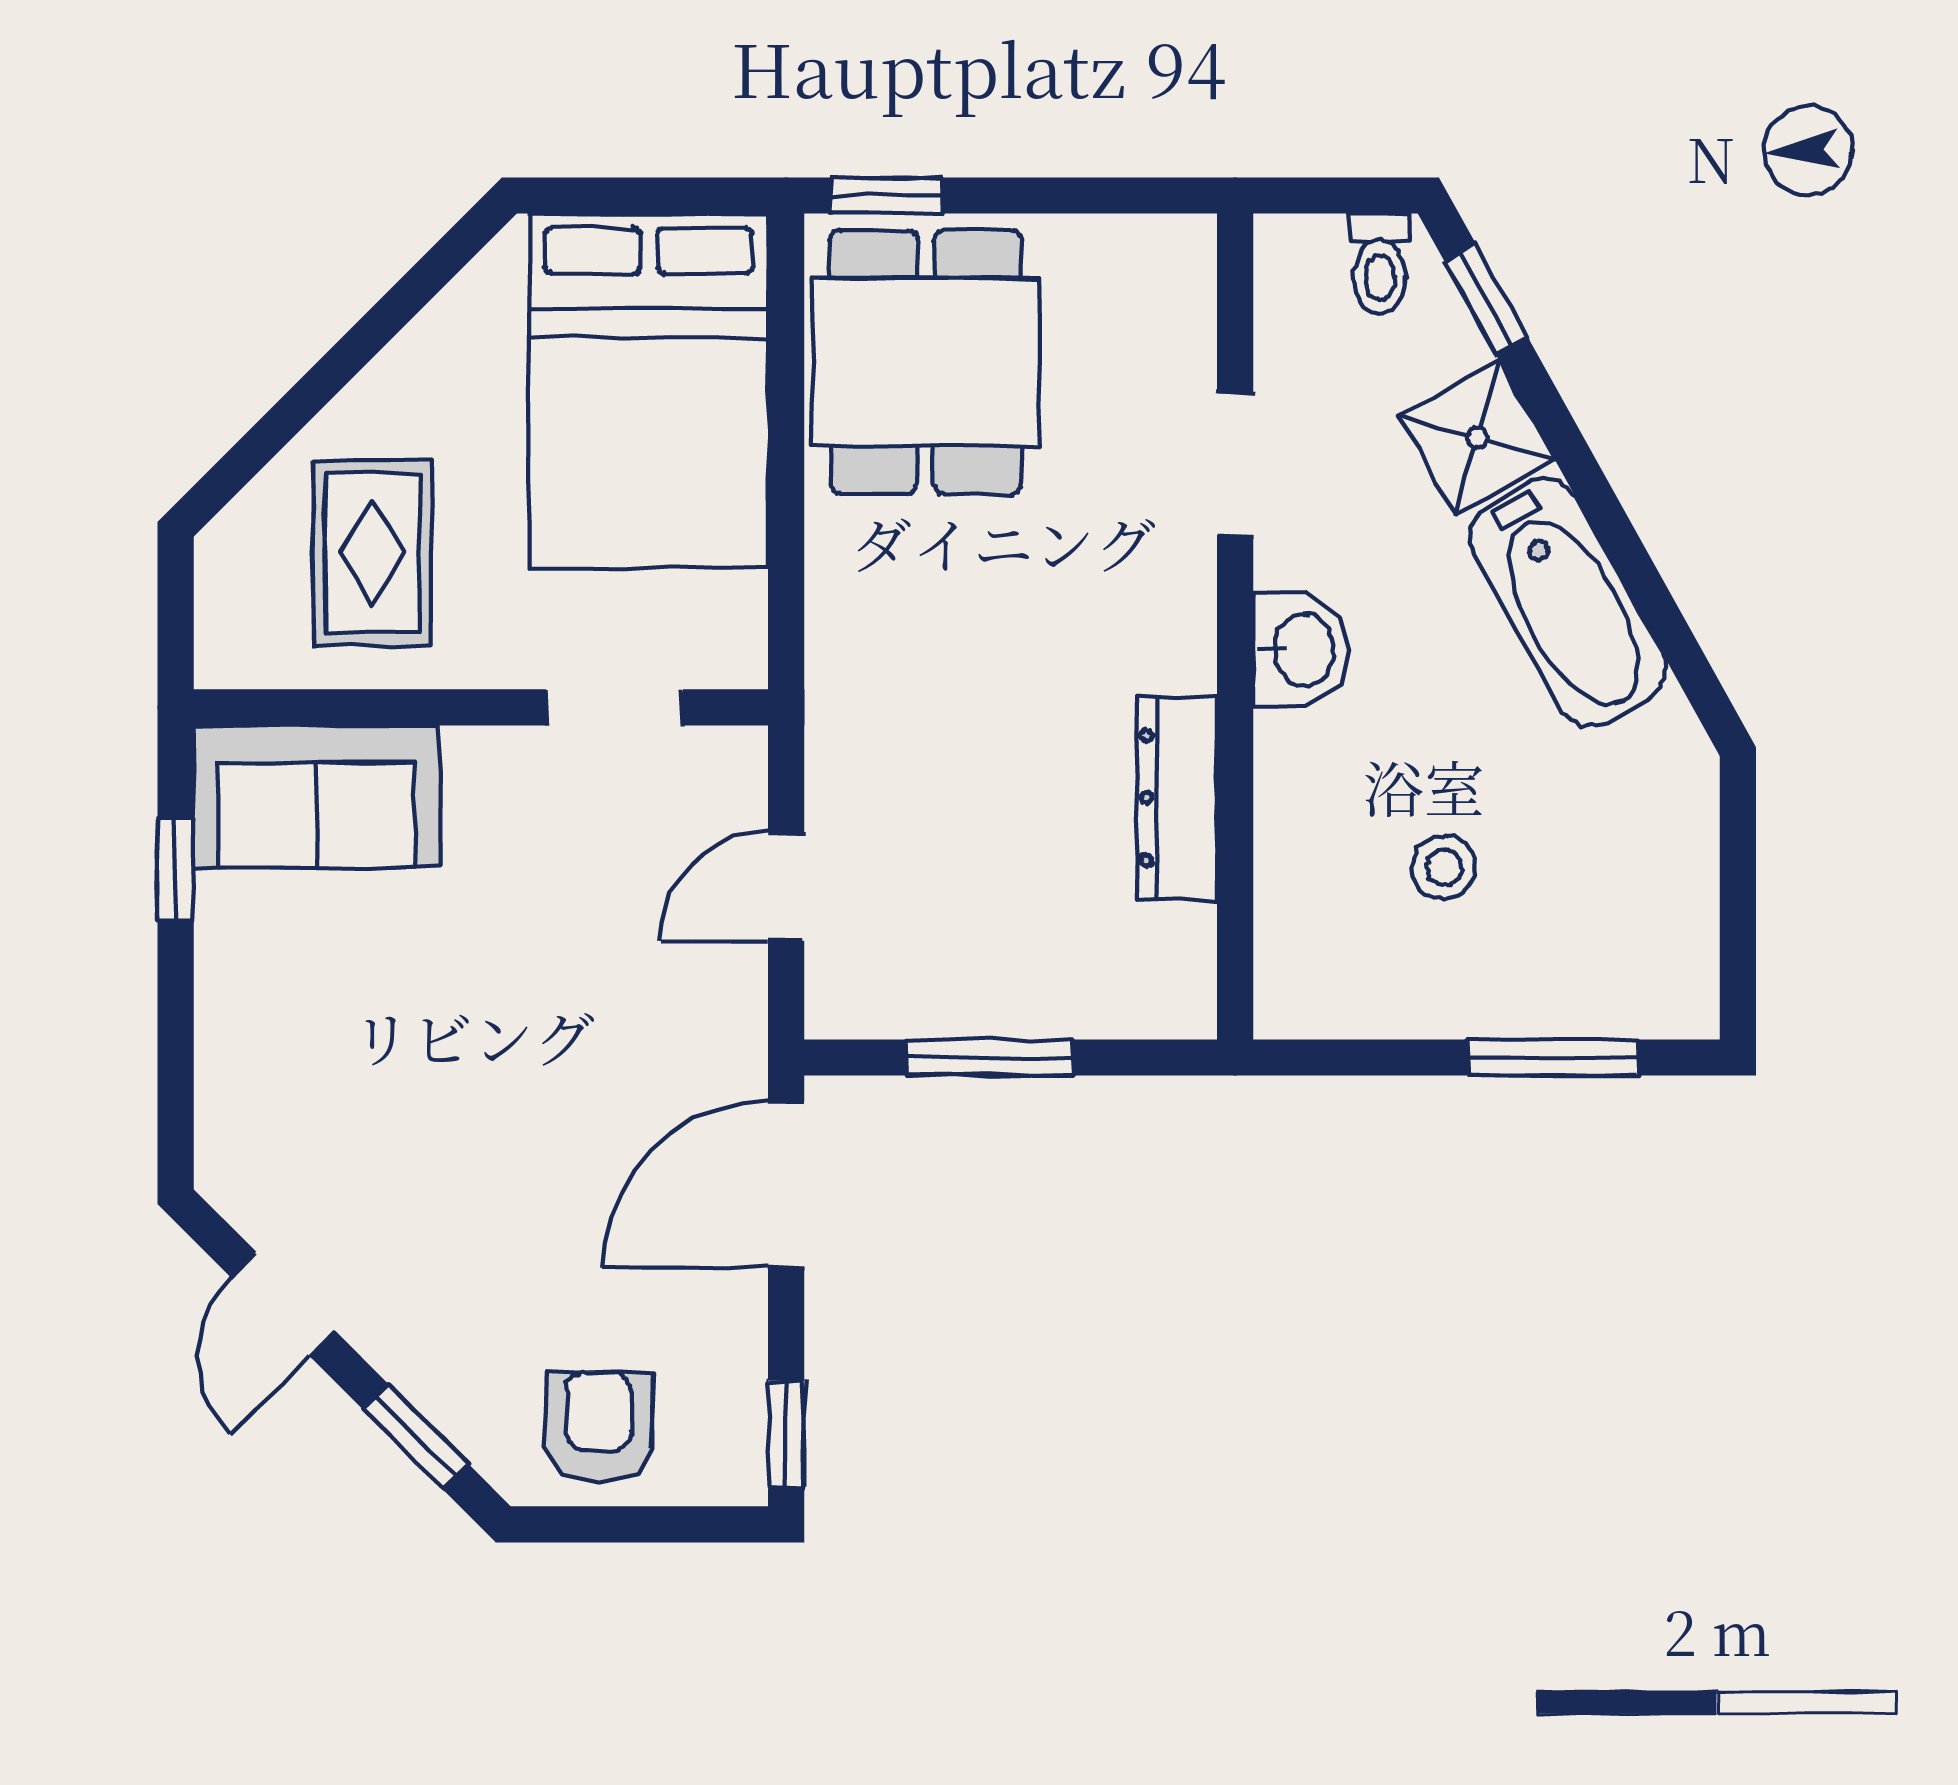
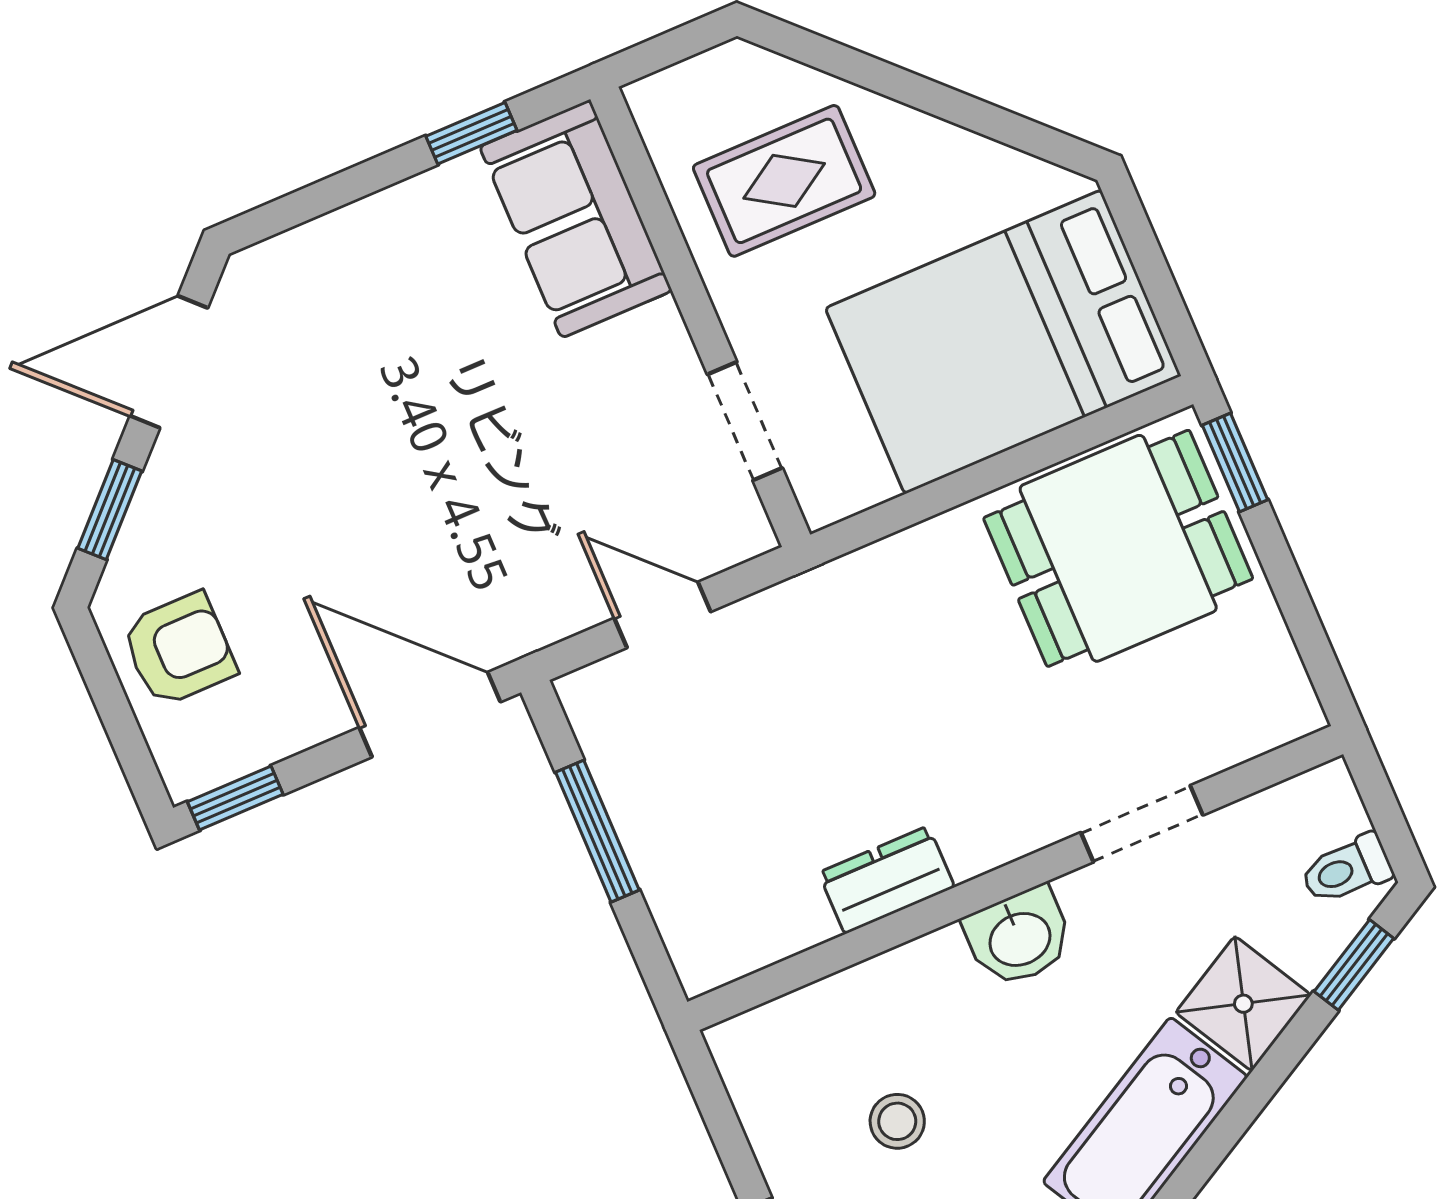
dresser: (1177, 798) -> (887, 880), width x0.70
door: (283, 1304) -> (169, 362), width x1.38

